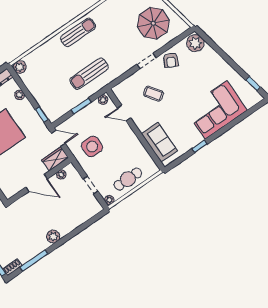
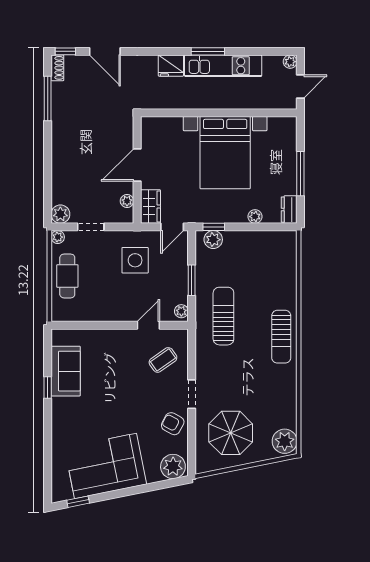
plant: (20, 67) -> (213, 240), moved
coffee table: (153, 94) -> (163, 360), moved
corner sofa: (216, 110) -> (106, 466), moved, turned -101
sofa: (159, 142) -> (66, 371), moved, turned -90
plant: (53, 237) -> (60, 214), moved

